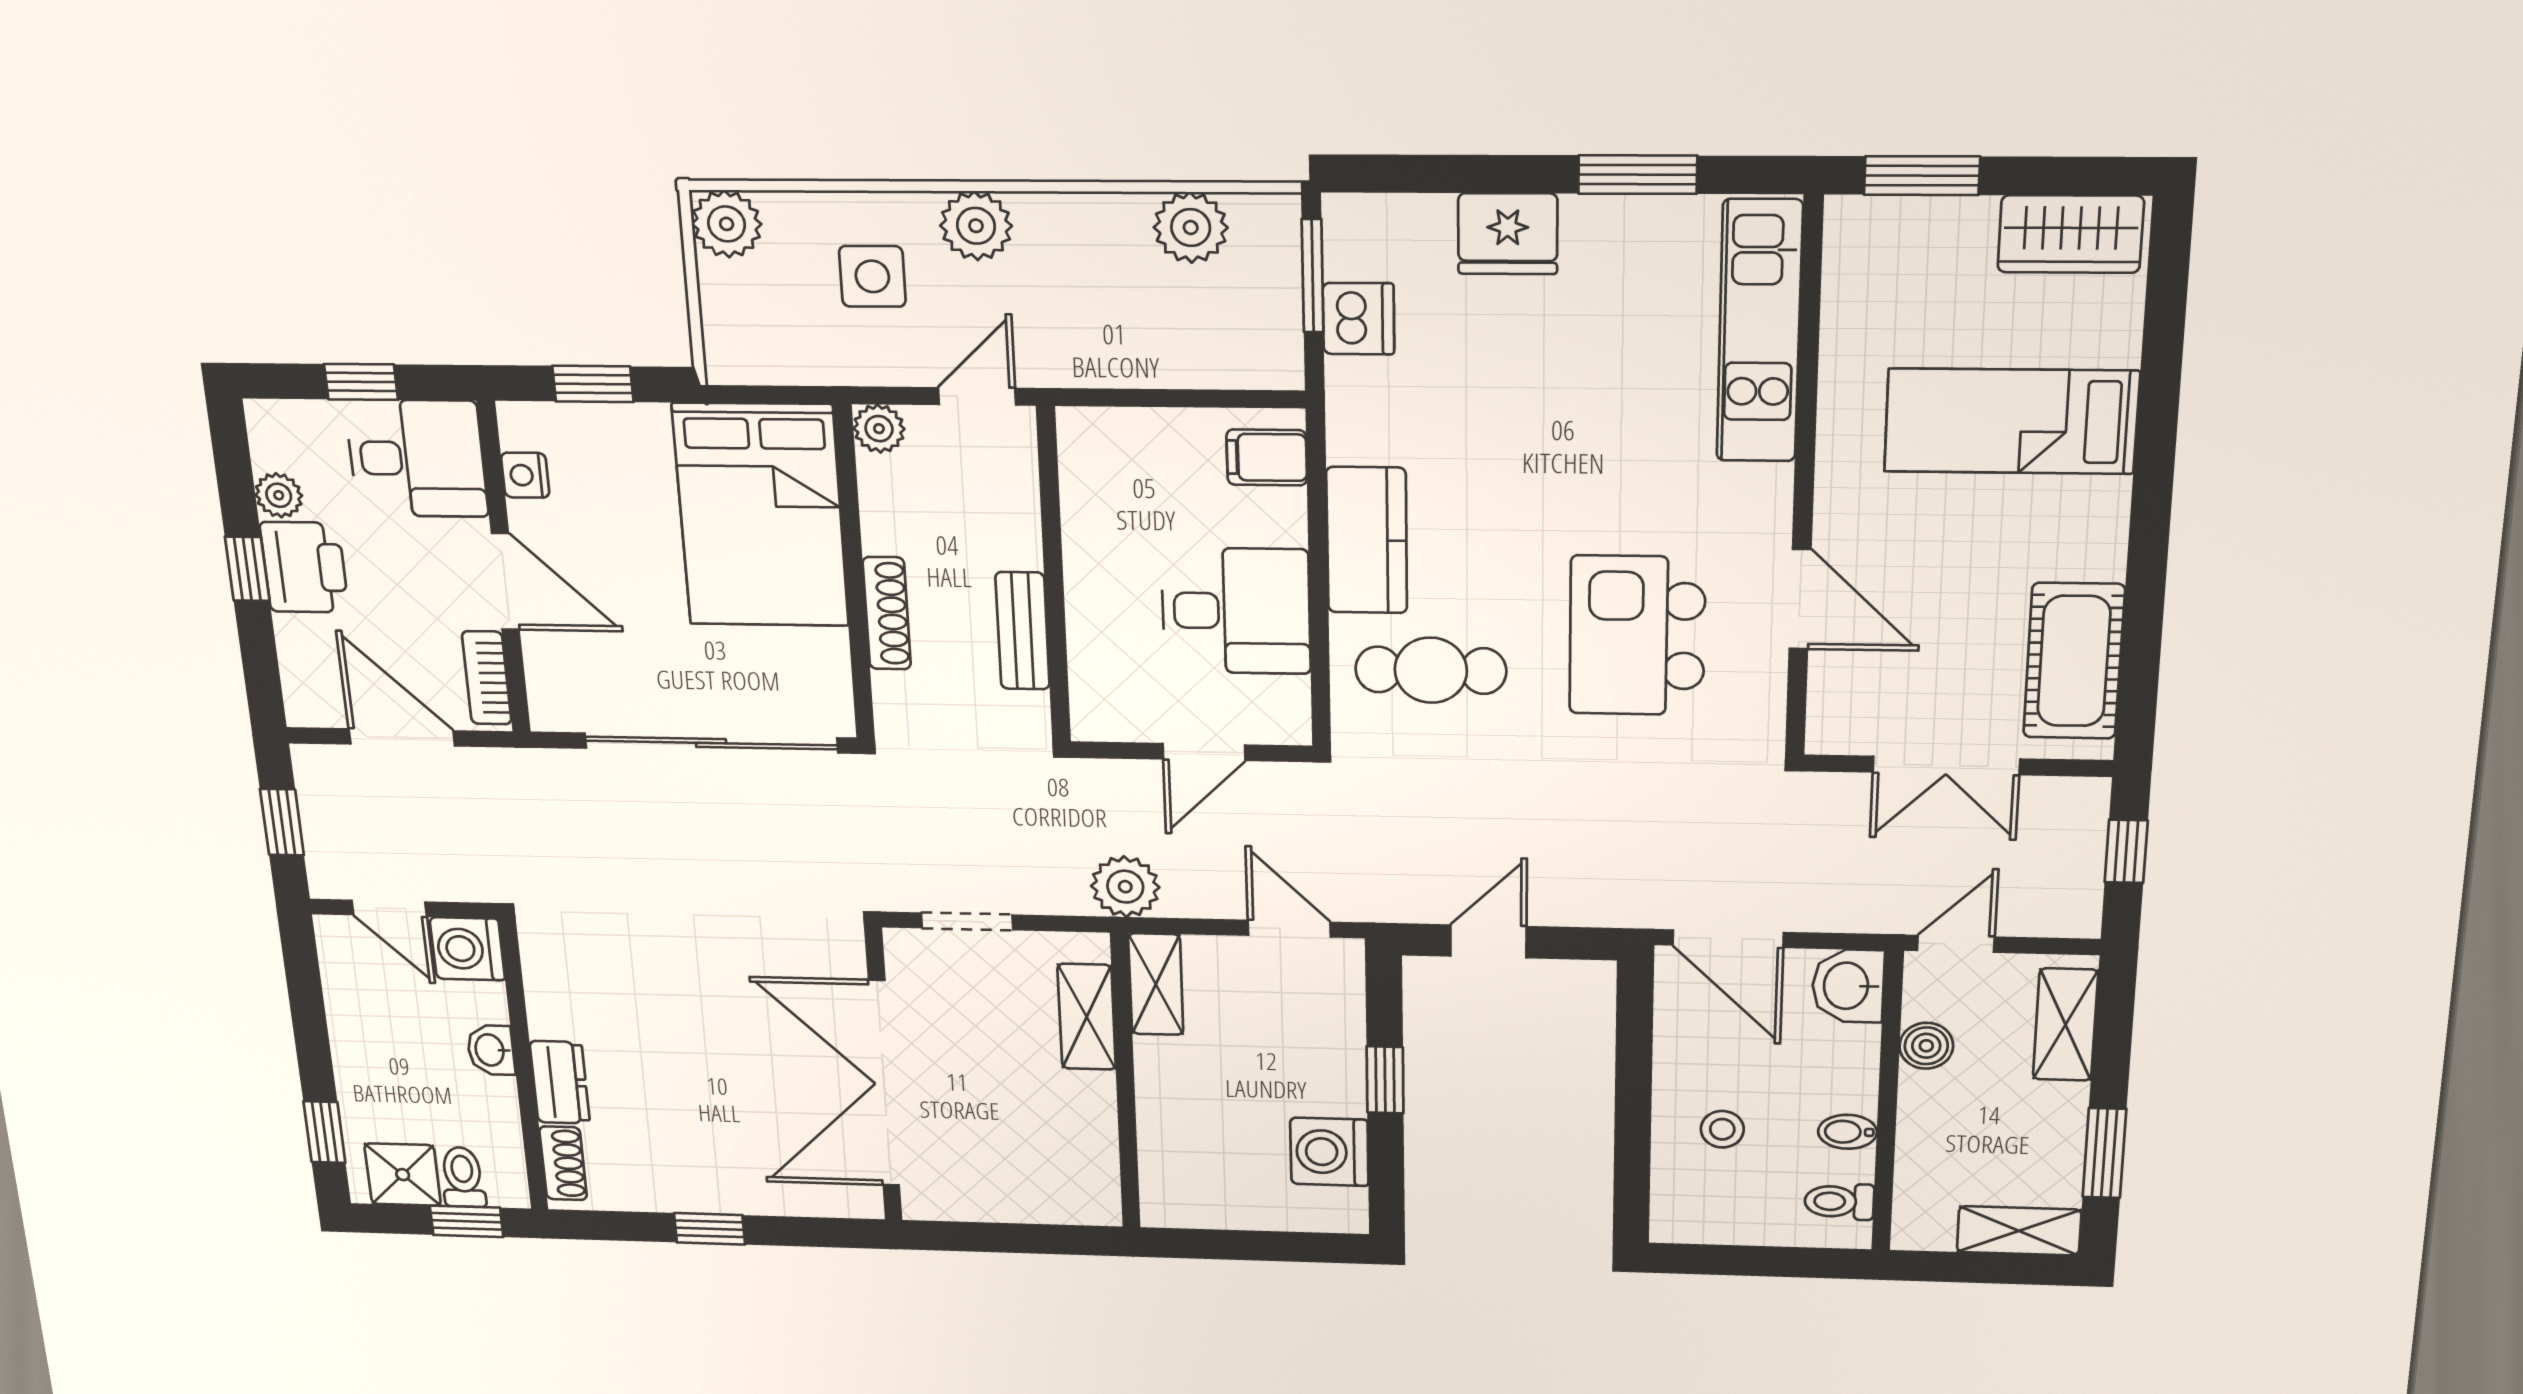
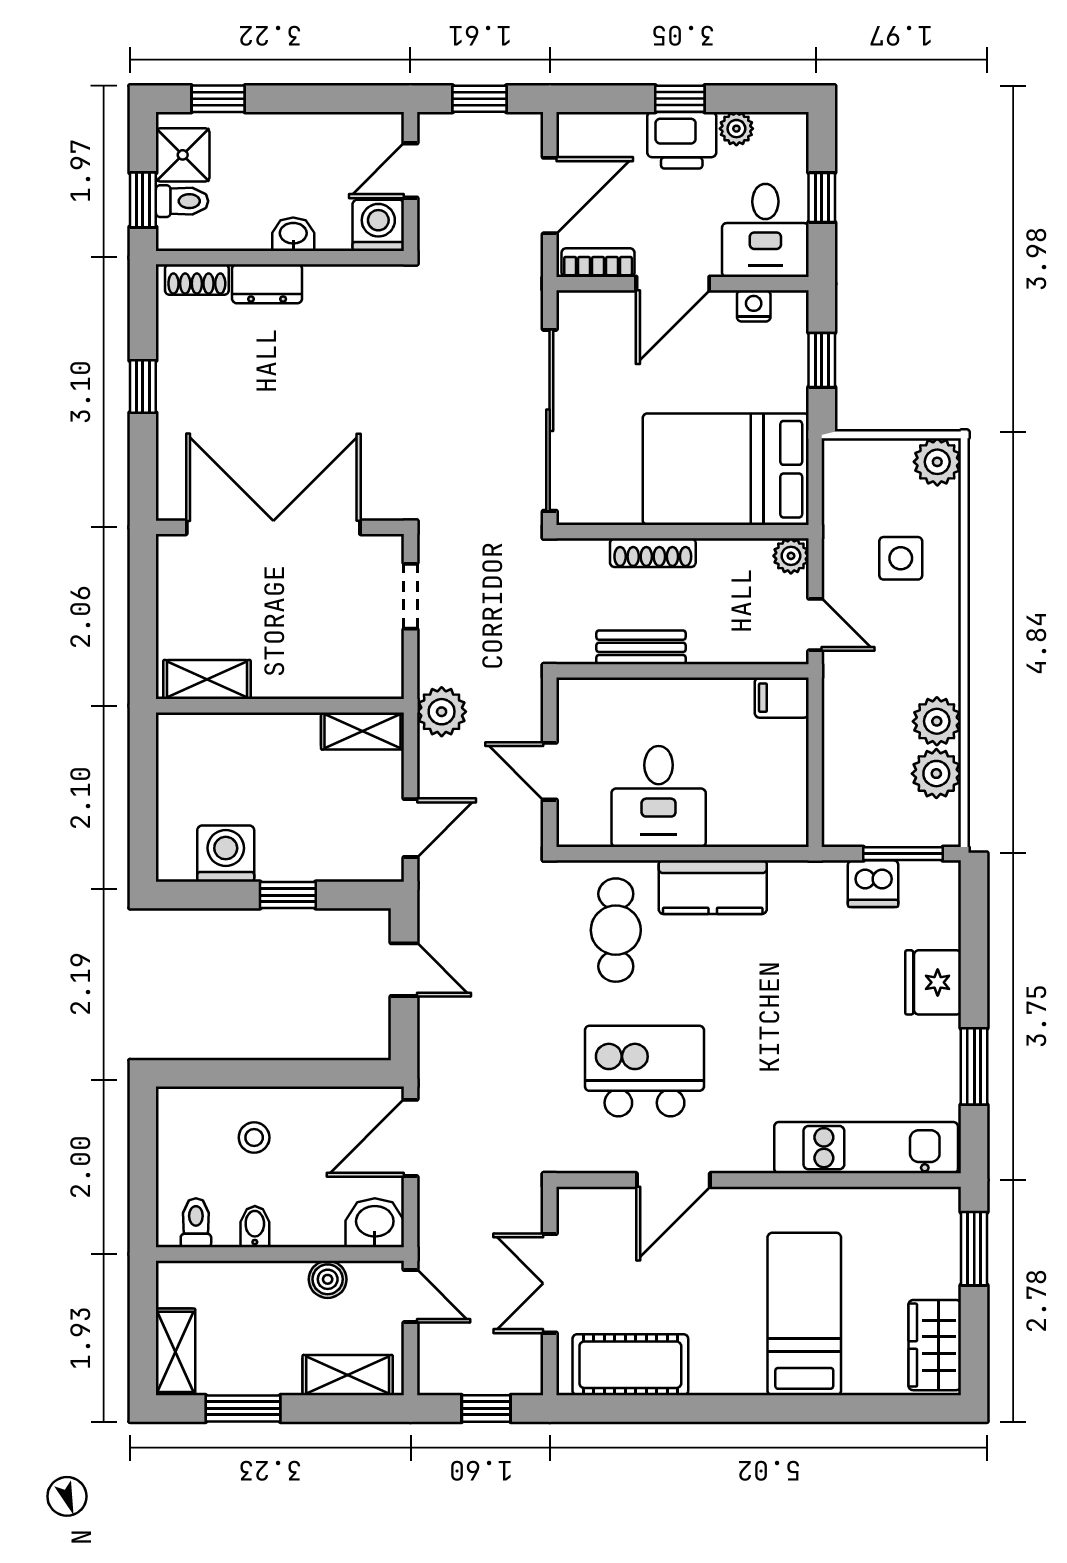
plant: (976, 226) -> (937, 721), moved
filing cabinet: (1267, 457) -> (782, 698), moved, turned -90
shelving: (1087, 1017) -> (207, 680), moved

